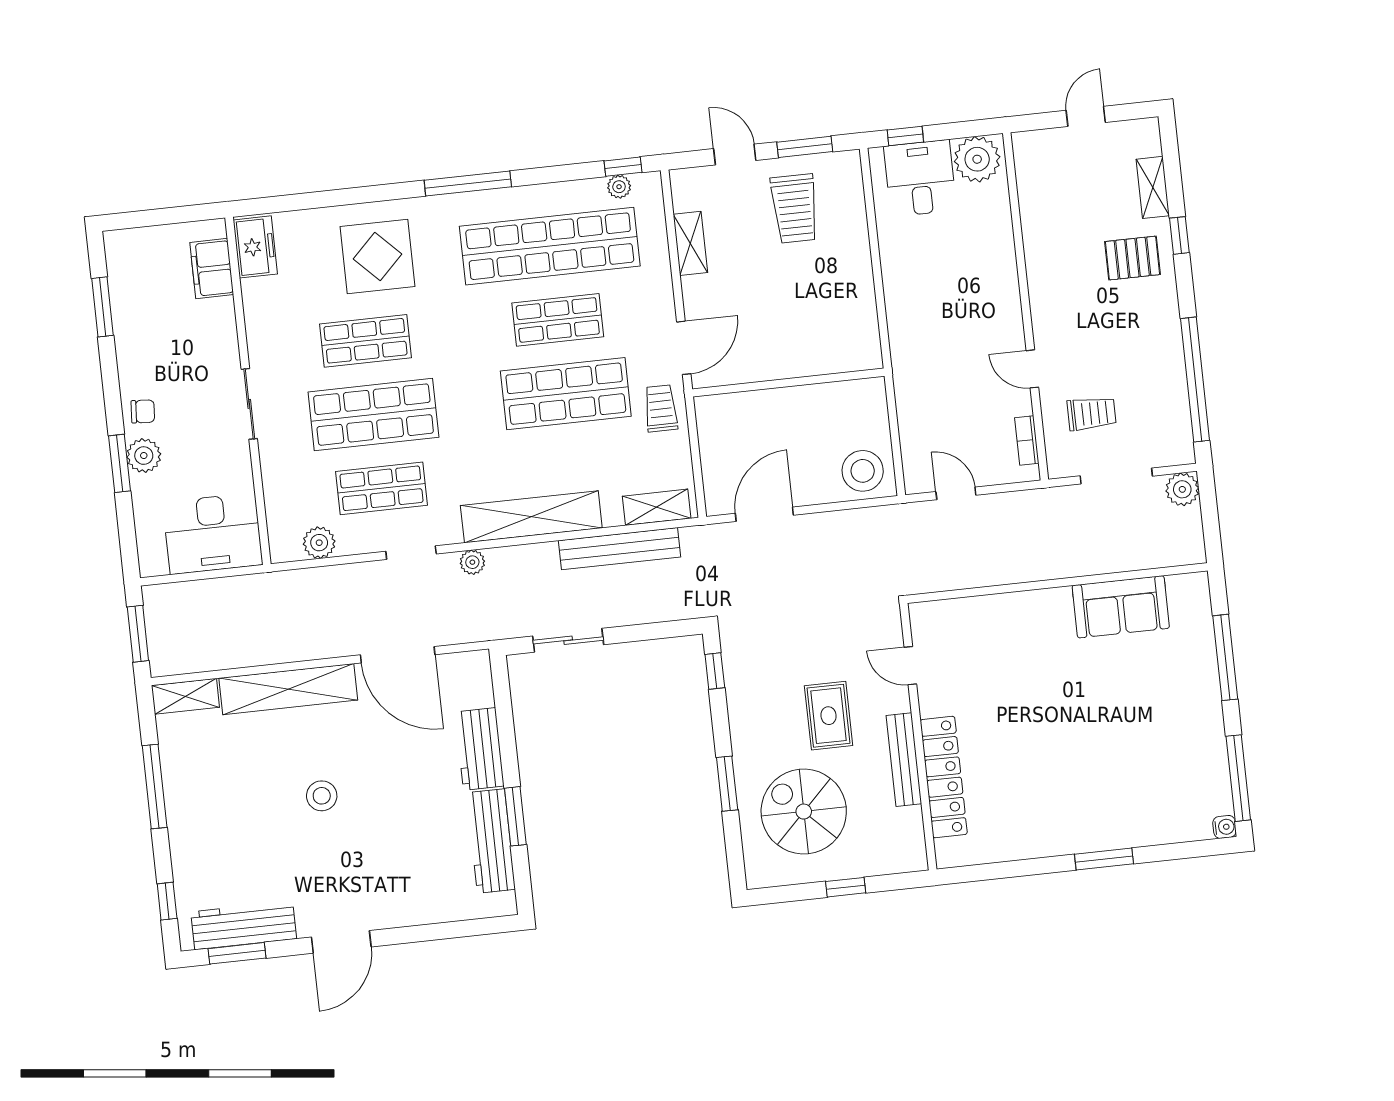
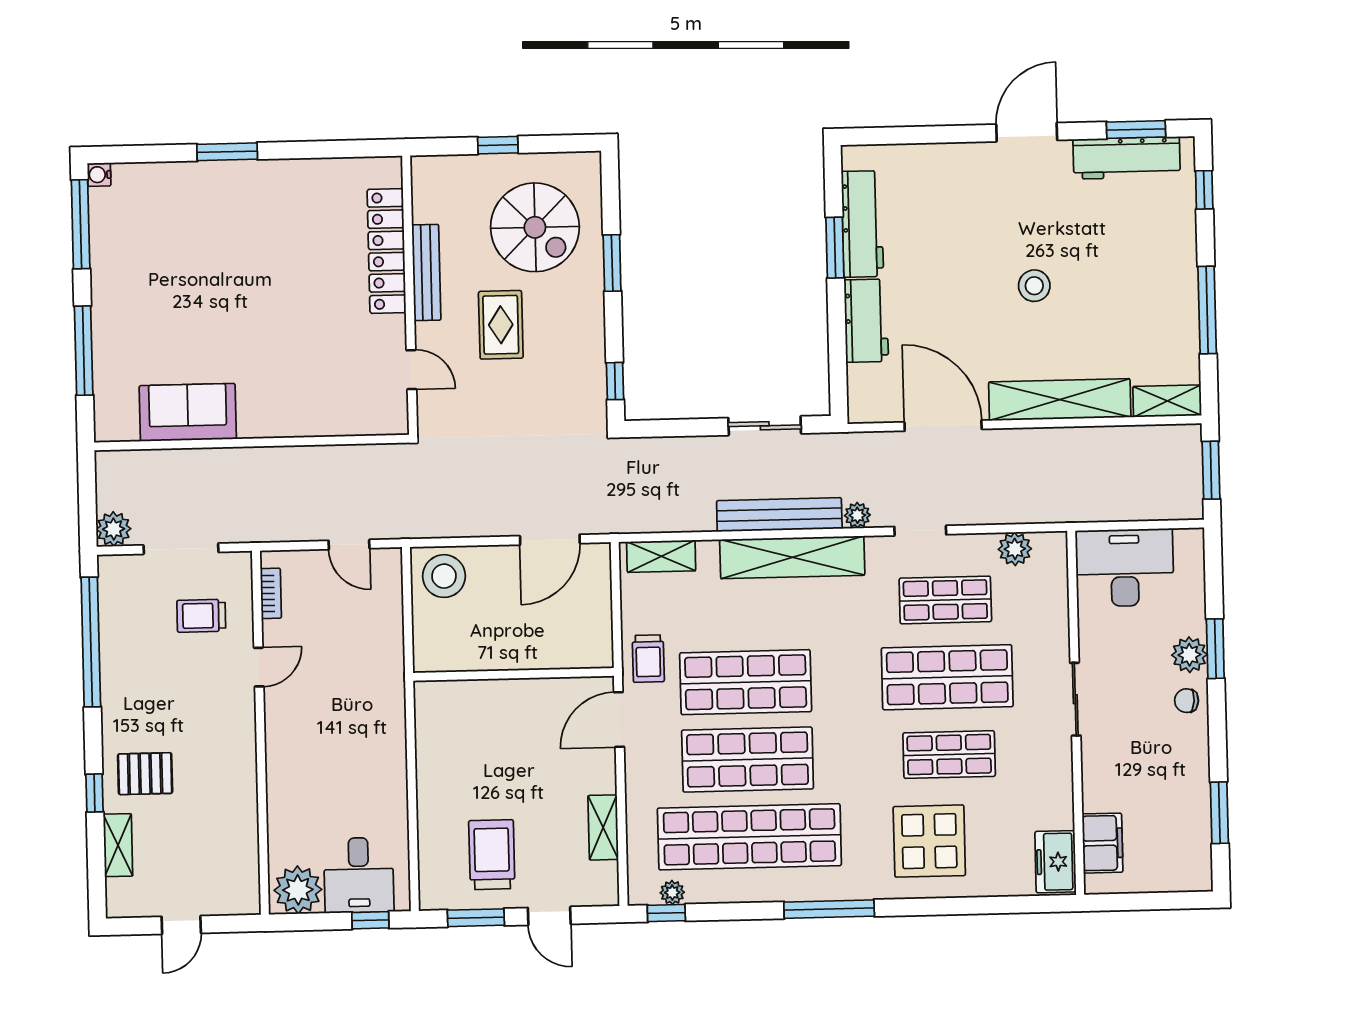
shop shelf: (558, 320) -> (748, 760), width x1.43, depth x1.36
door: (1032, 369) -> (259, 667), hinge flipped
bench: (620, 549) -> (779, 515), moved

